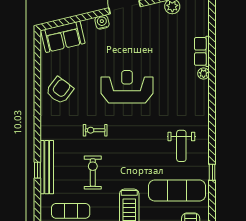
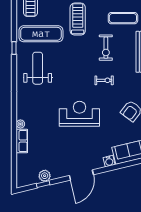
water cooler: (102, 22) -> (109, 161), moved
reception desk: (127, 87) -> (79, 114), turned 180
weight bench: (181, 146) -> (38, 68), width x1.36, depth x1.33

